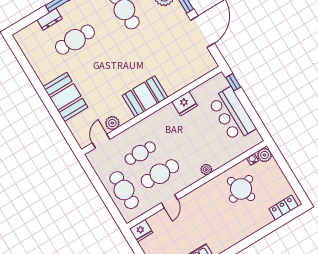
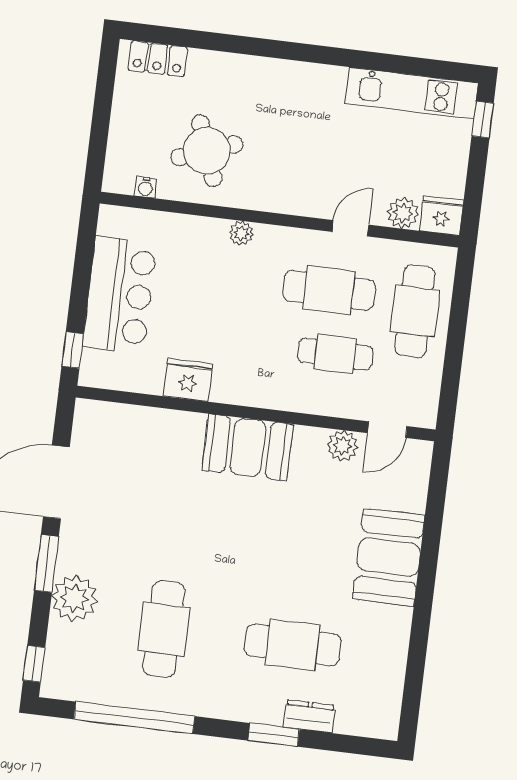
plant: (264, 155) -> (403, 213), moved

